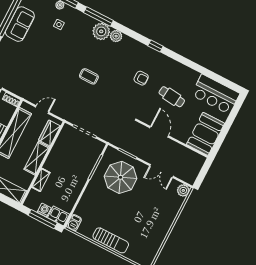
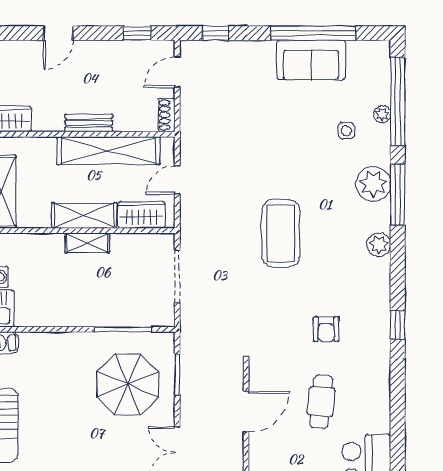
plant: (101, 31) -> (373, 184), moved
coffee table: (89, 76) -> (281, 233), width x1.86, depth x1.72
door: (42, 110) -> (177, 180), swing flipped
shelving: (41, 180) -> (87, 243), moved

